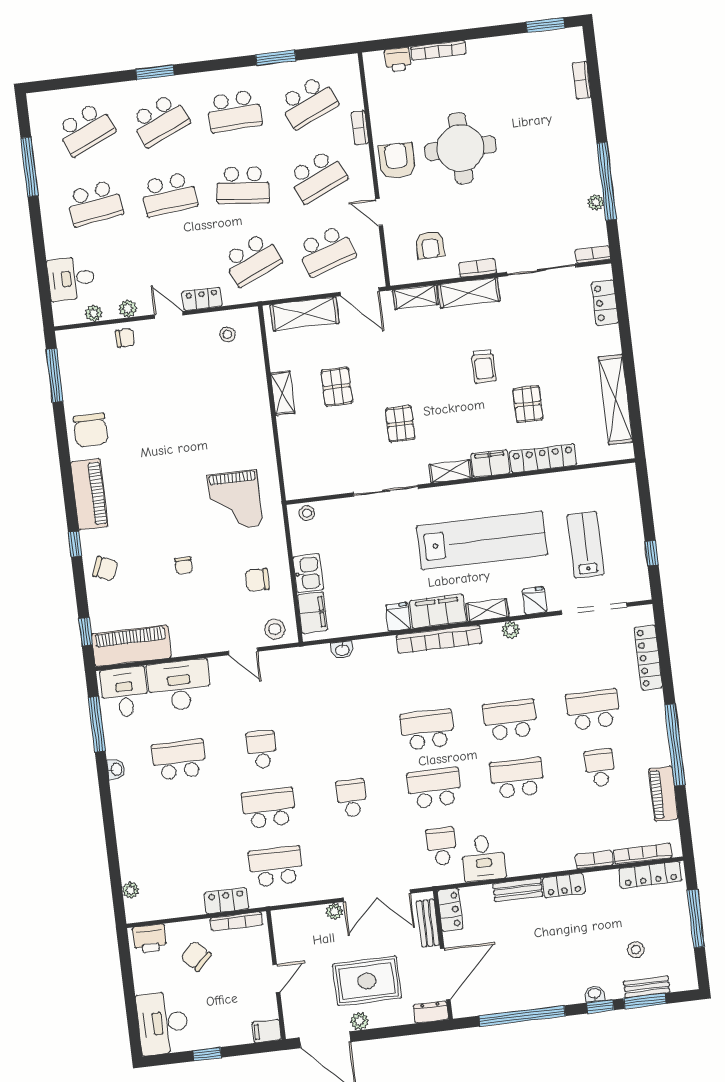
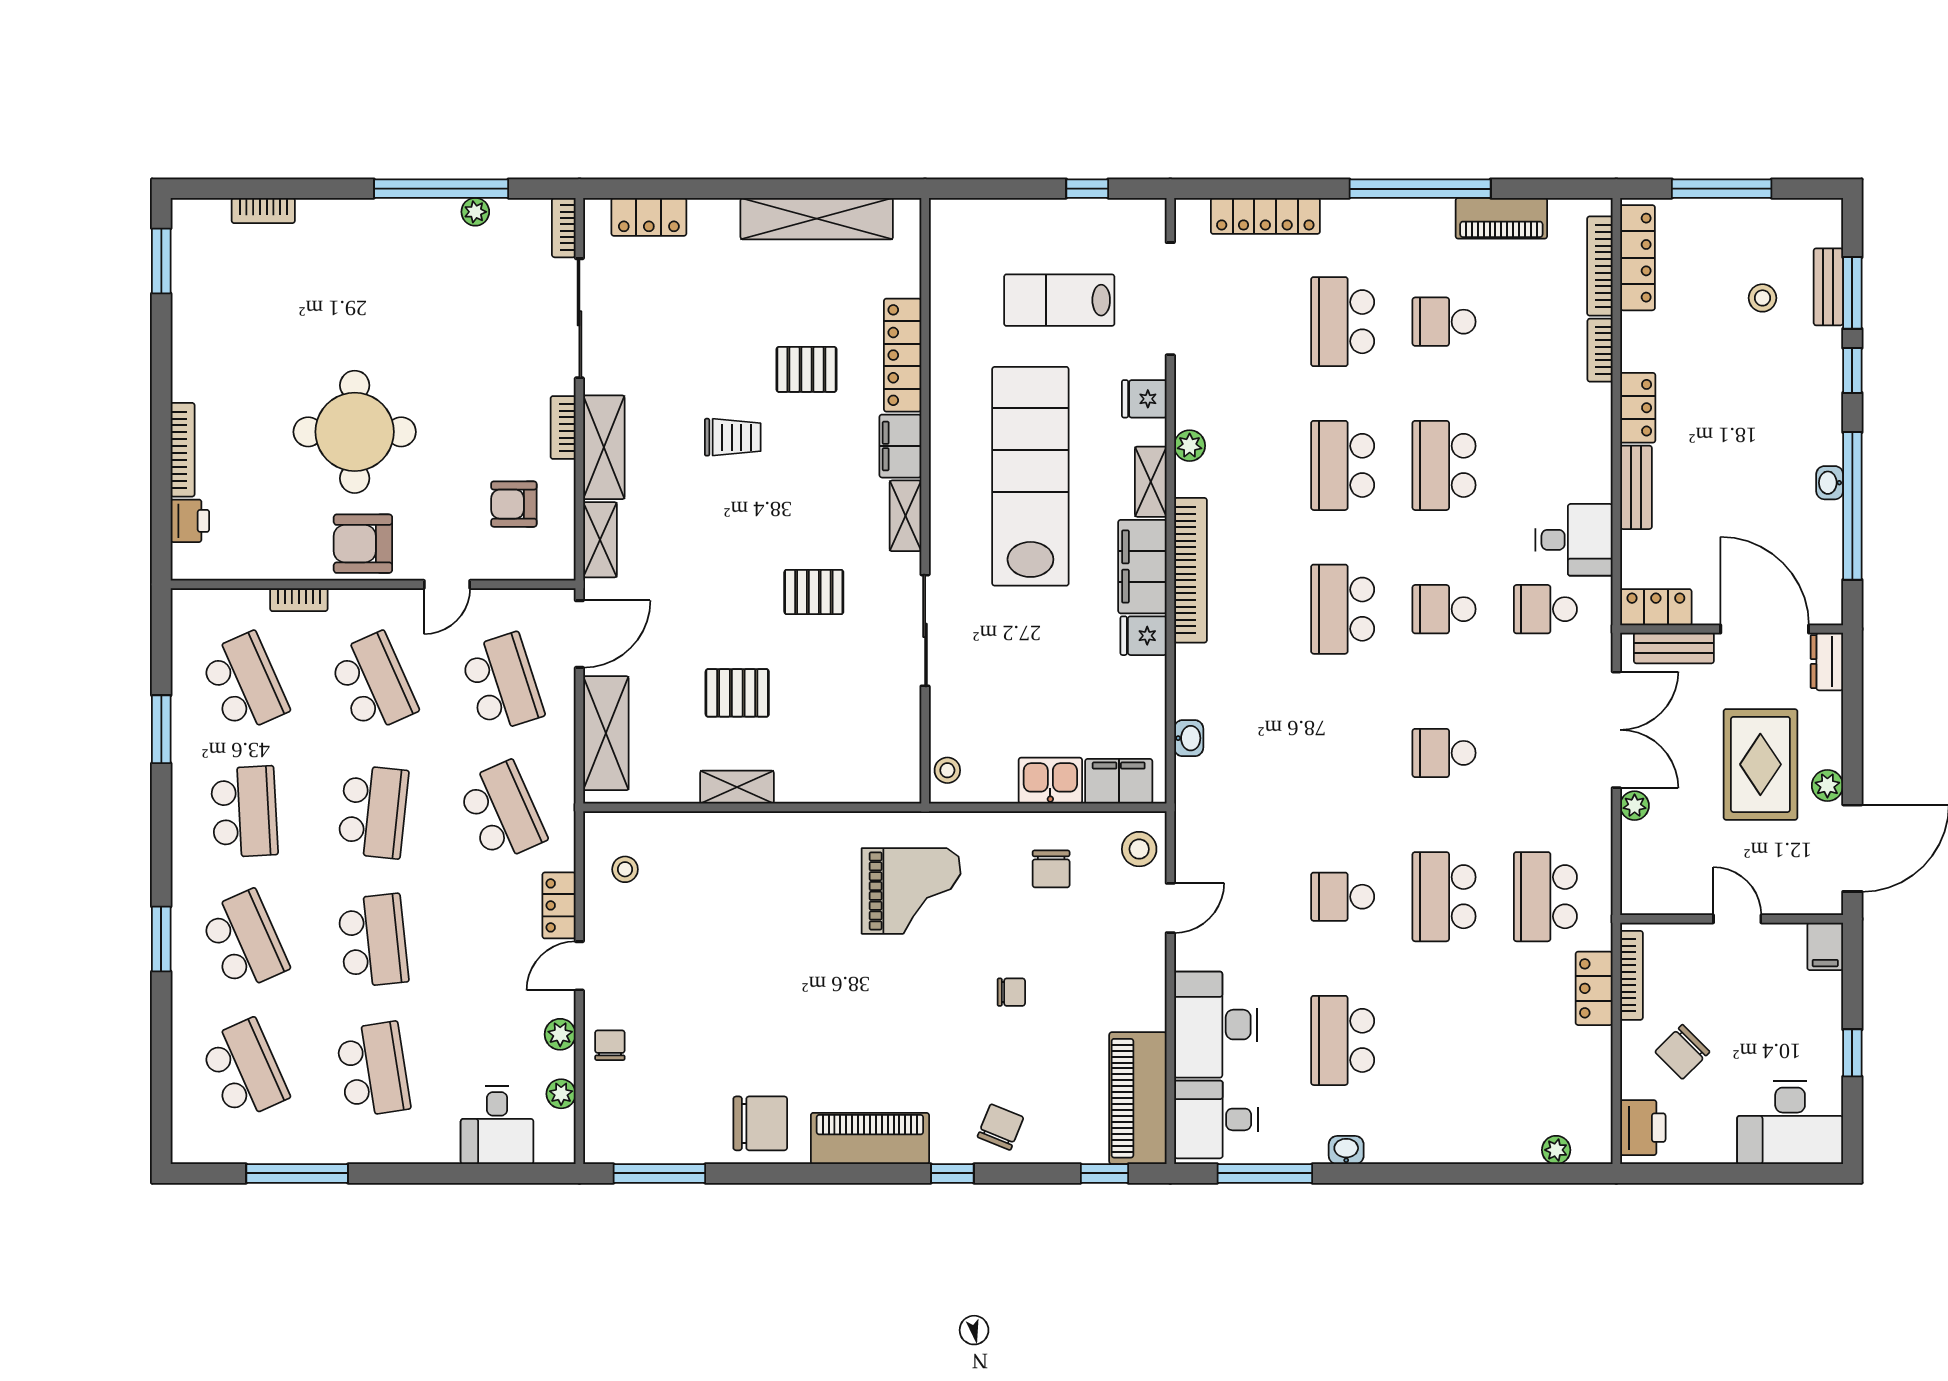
armchair: (430, 245) -> (514, 504), turned 180
school desk: (434, 788) -> (1444, 609), width x0.54
washbasin: (595, 994) -> (1830, 483), moved

